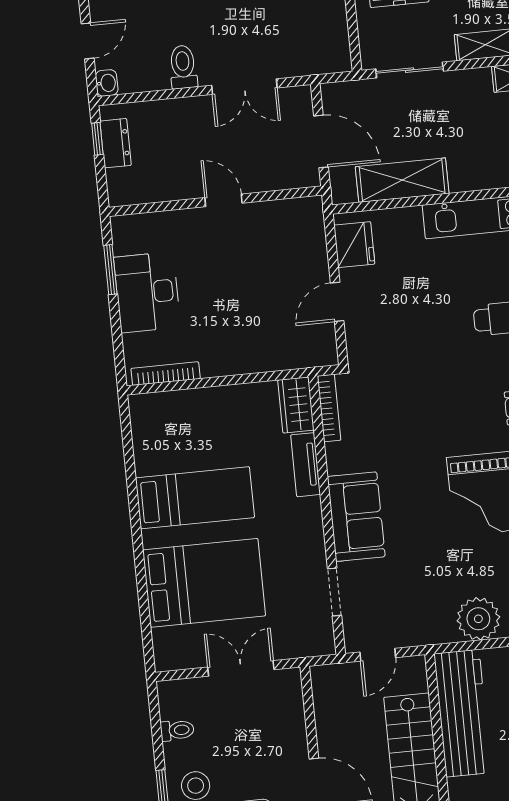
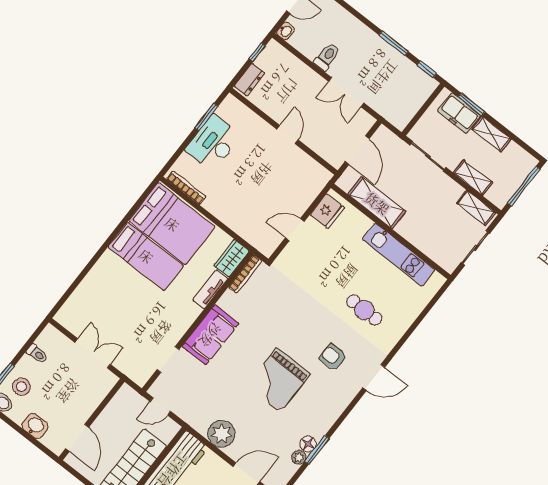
dresser: (116, 143) -> (250, 80), moved
bed: (204, 583) -> (172, 224), moved

